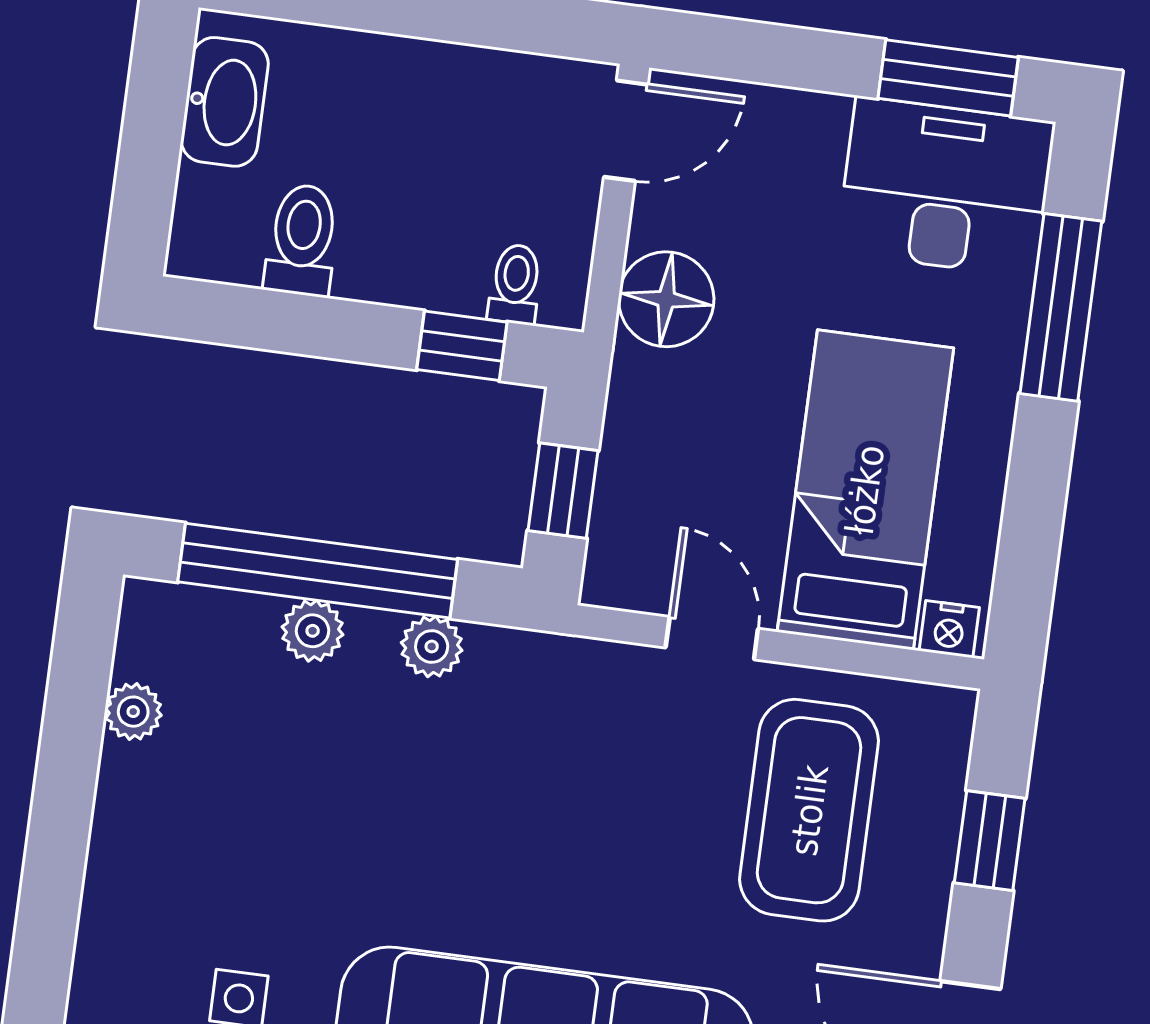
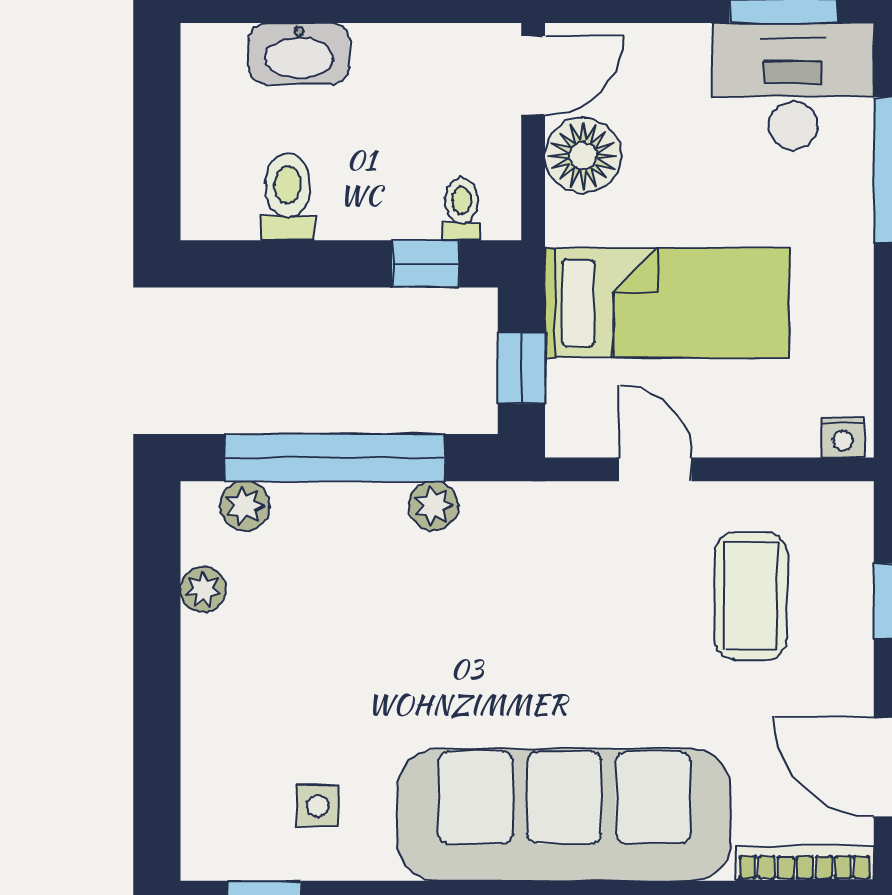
washbasin: (225, 102) -> (299, 54), moved, turned 90
floor lamp: (666, 299) -> (583, 156), moved
bed: (865, 490) -> (667, 303), moved, turned 90
plant: (313, 631) -> (245, 506), moved
coffee table: (809, 810) -> (751, 596), width x0.73, depth x0.76

